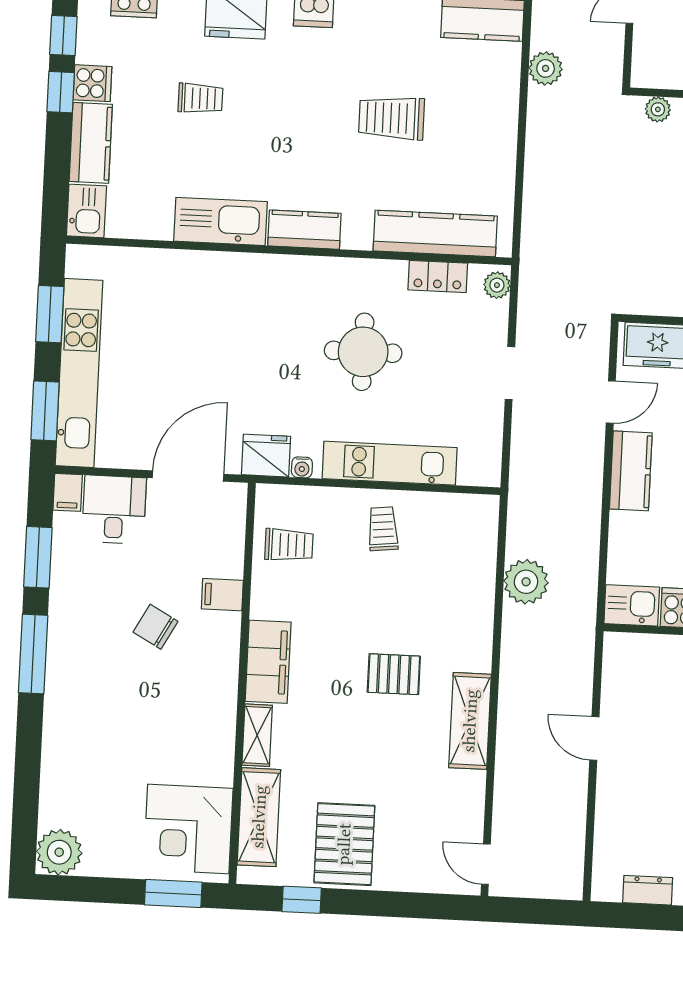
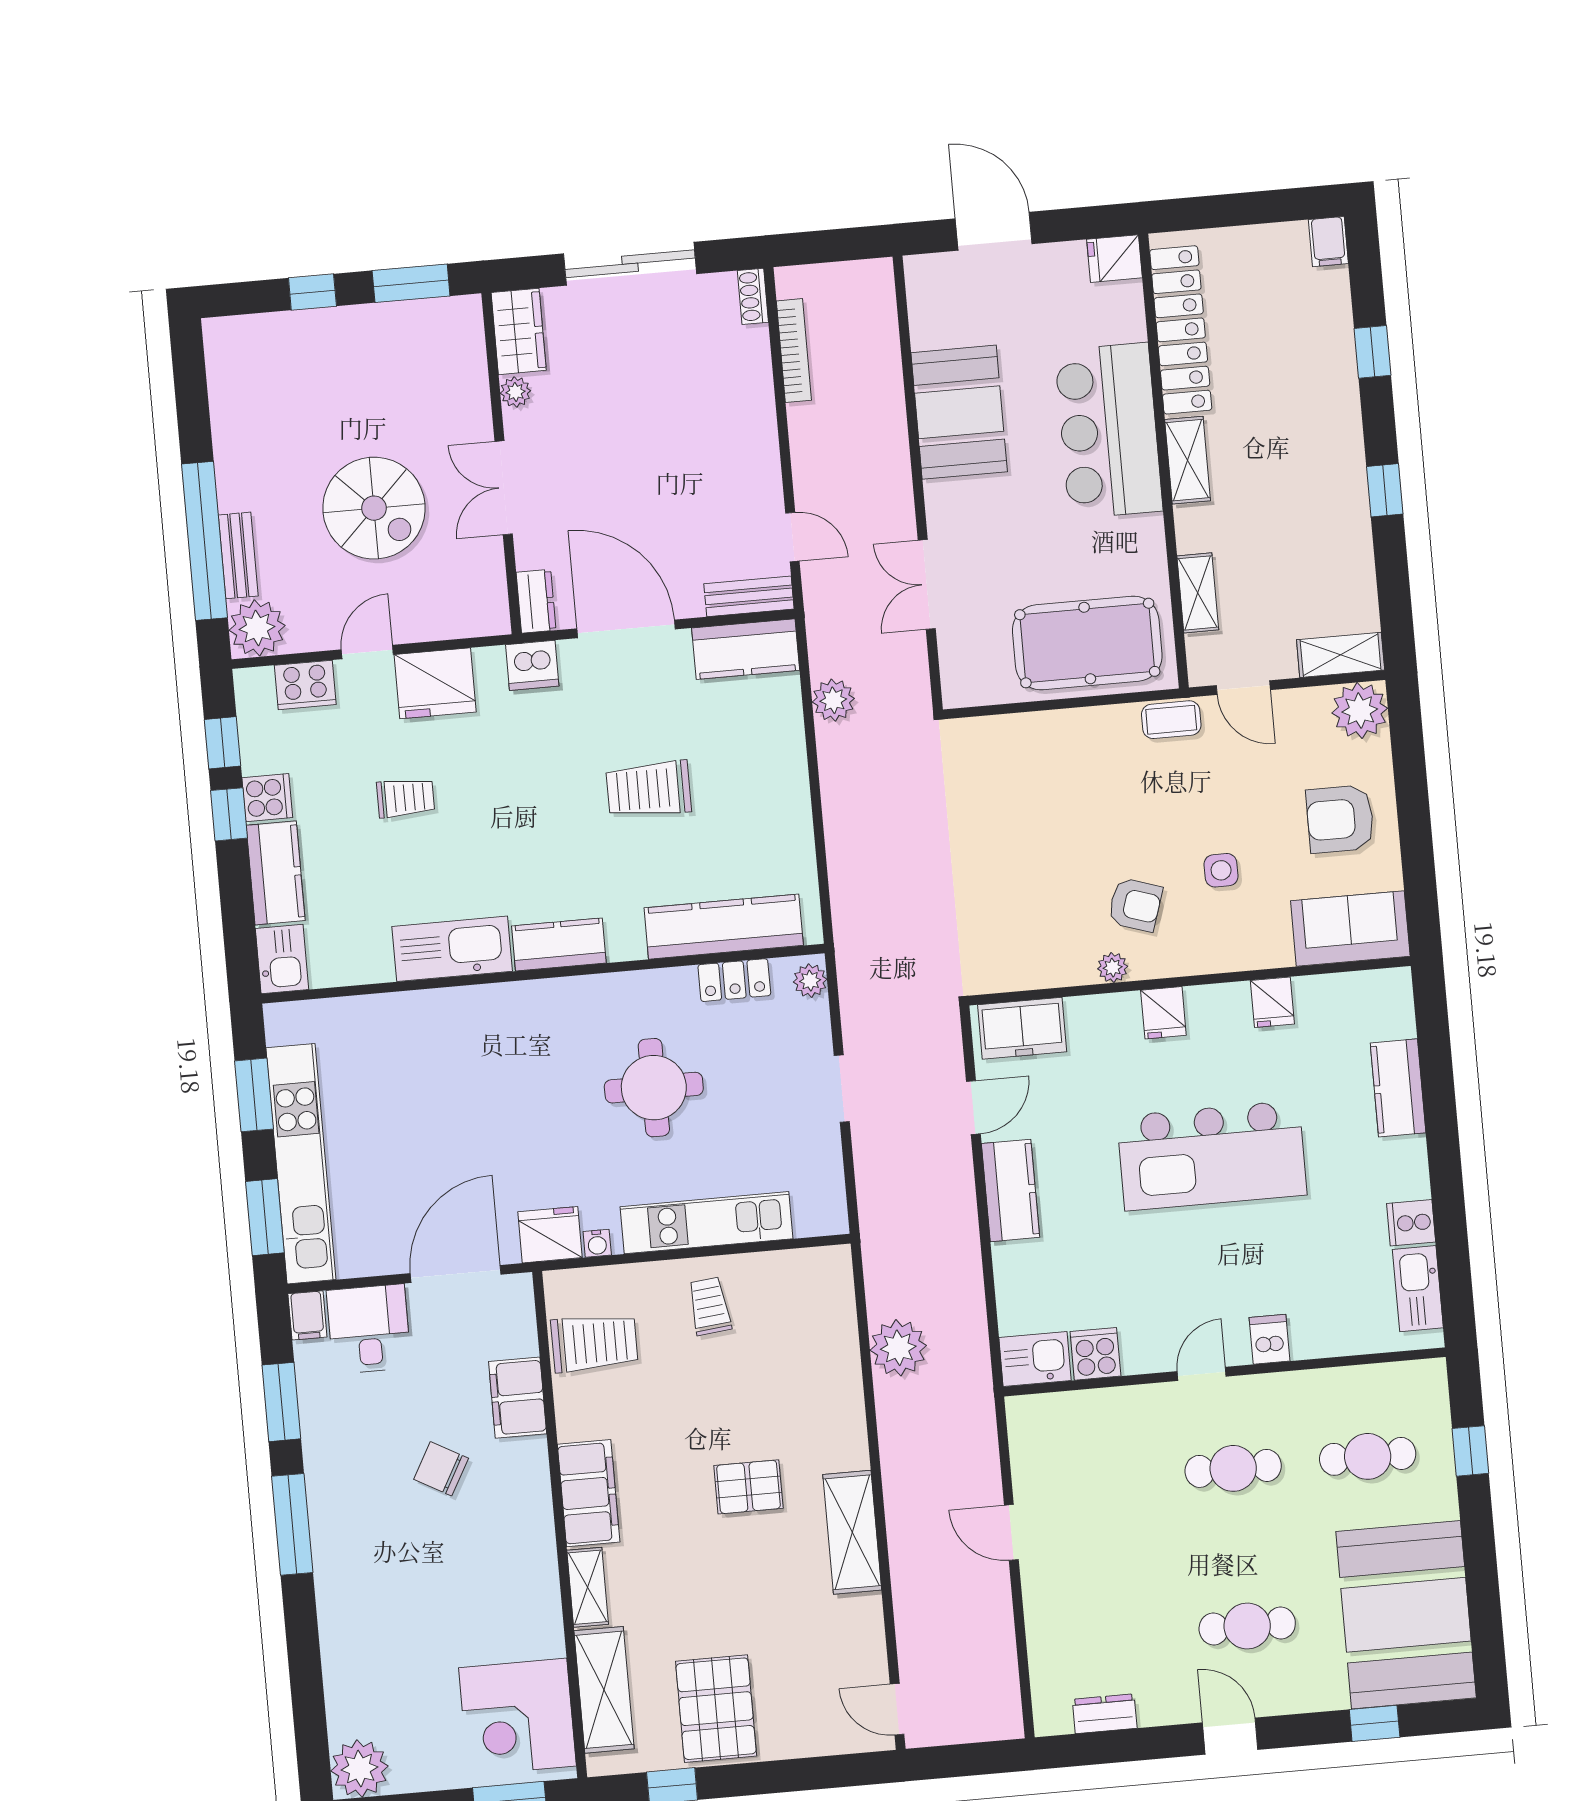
plant: (658, 109) -> (981, 732), removed
trolley: (289, 545) -> (594, 1343), width x1.36, depth x1.39
filing cabinet: (222, 595) -> (518, 1398), width x2.00

